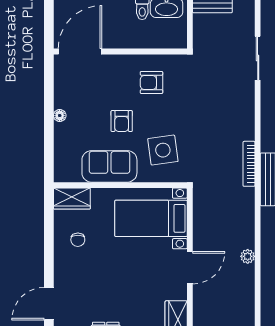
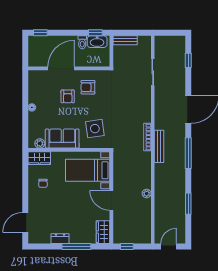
door: (80, 52) -> (61, 68), moved
armchair: (122, 121) -> (68, 96), moved
plant: (73, 174) -> (40, 143), added
door: (190, 268) -> (111, 200), swing flipped

